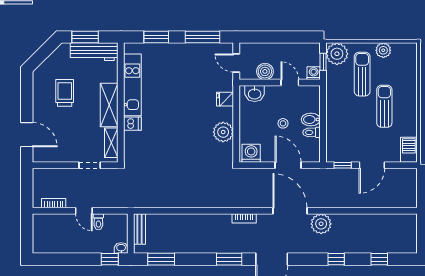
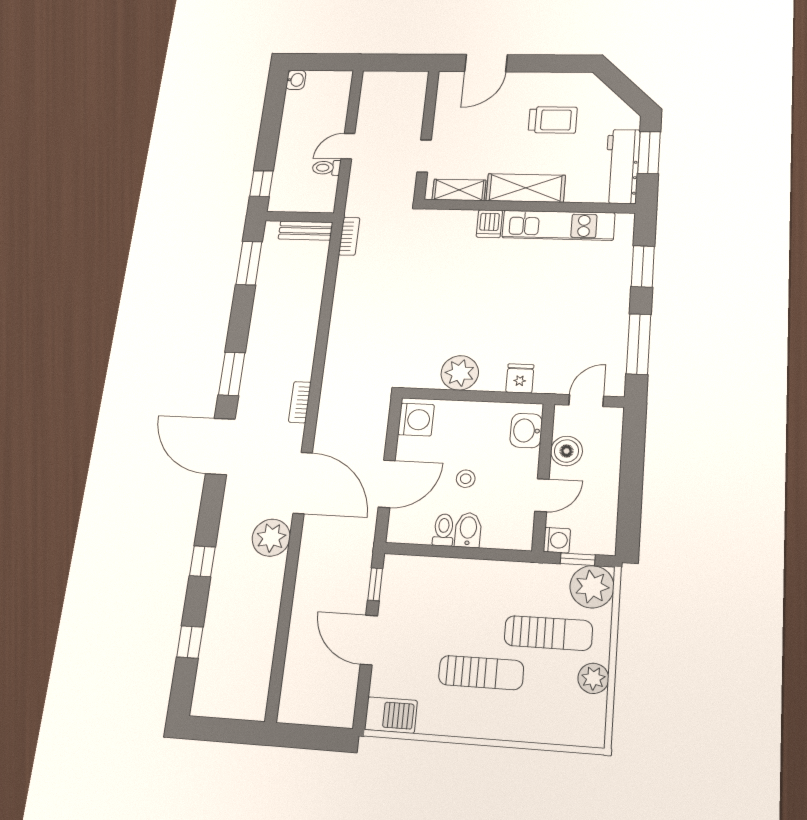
bookcase: (54, 203) -> (349, 236), moved
door: (290, 211) -> (303, 483), hinge flipped
washbasin: (121, 248) -> (296, 80), moved

